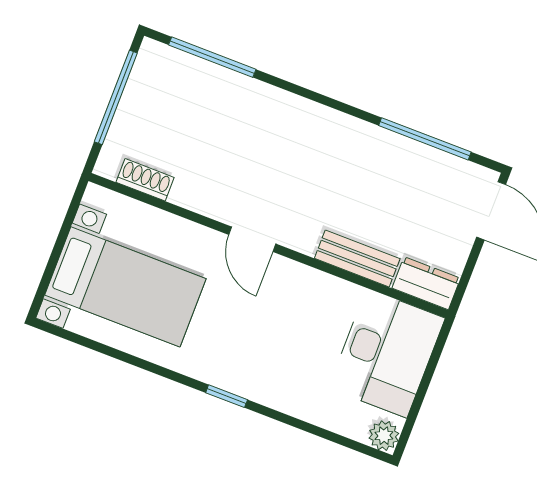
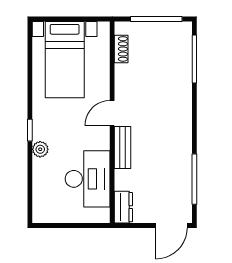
bench: (357, 259) -> (123, 148), moved
desk: (387, 353) -> (88, 179), moved, turned -90
plant: (384, 436) -> (40, 149), moved

